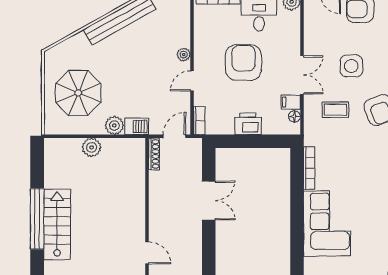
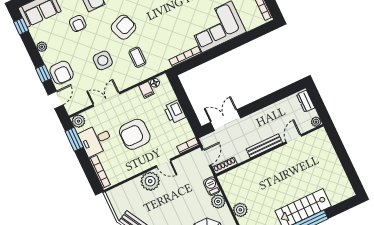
plant: (184, 55) -> (150, 181), width x1.87, depth x1.87
double door: (302, 75) -> (106, 99), moved
door: (174, 136) -> (206, 157), swing flipped
double door: (209, 200) -> (226, 120), moved
bench: (155, 213) -> (264, 146), added

